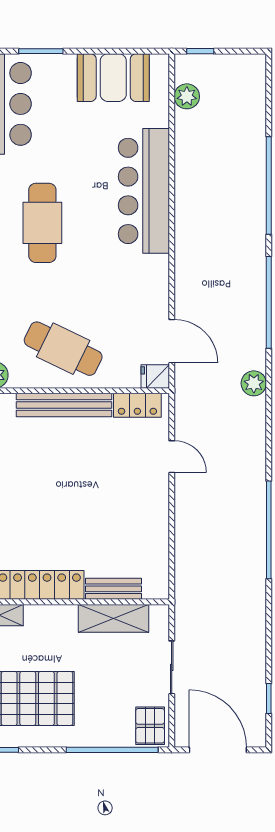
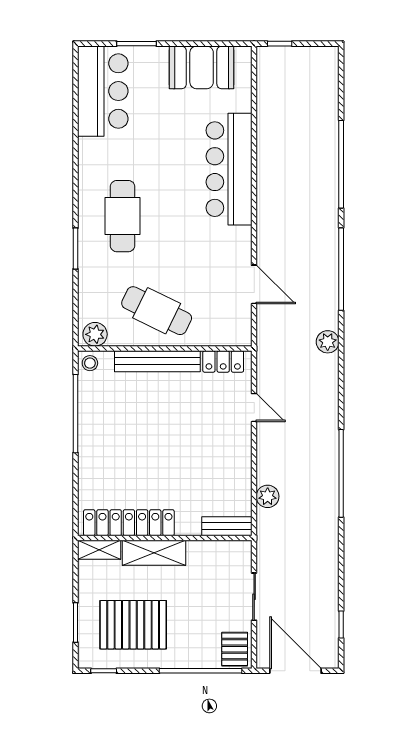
plant: (187, 96) -> (268, 496), moved
cafe table: (42, 223) -> (123, 216), moved
door: (172, 341) -> (254, 284), moved
fridge: (155, 377) -> (239, 336), removed
bench: (114, 589) -> (227, 526), moved
shelving: (113, 618) -> (154, 553), moved

